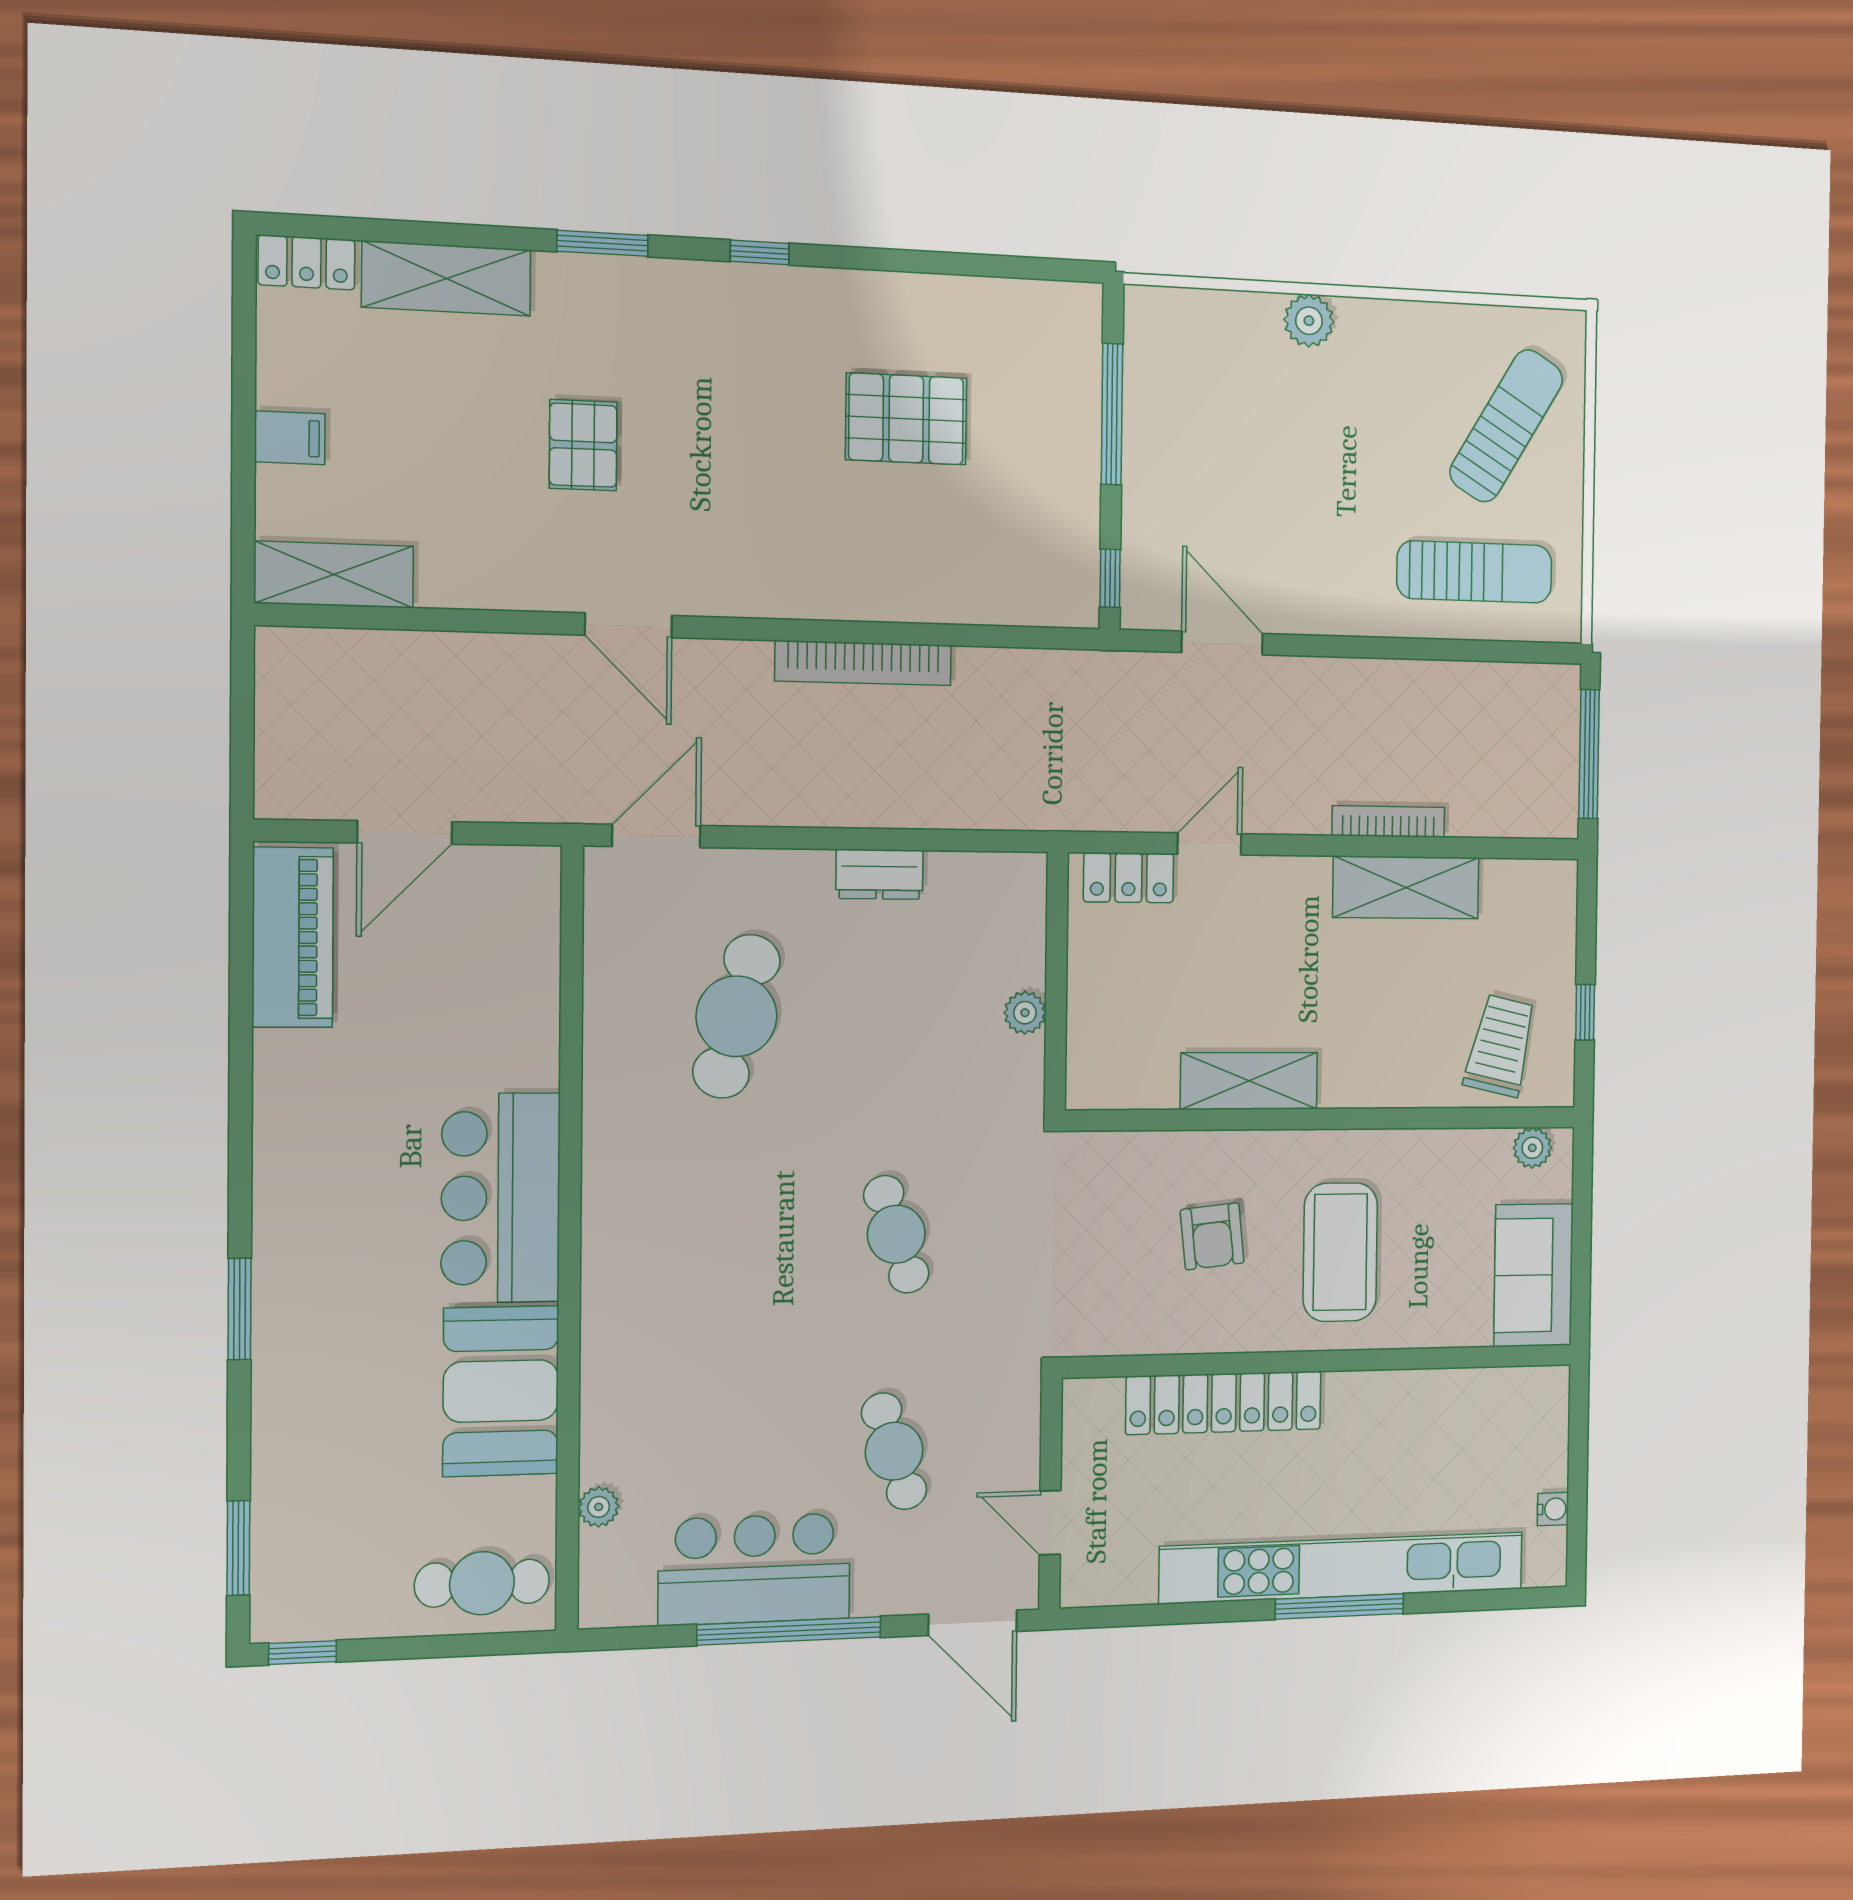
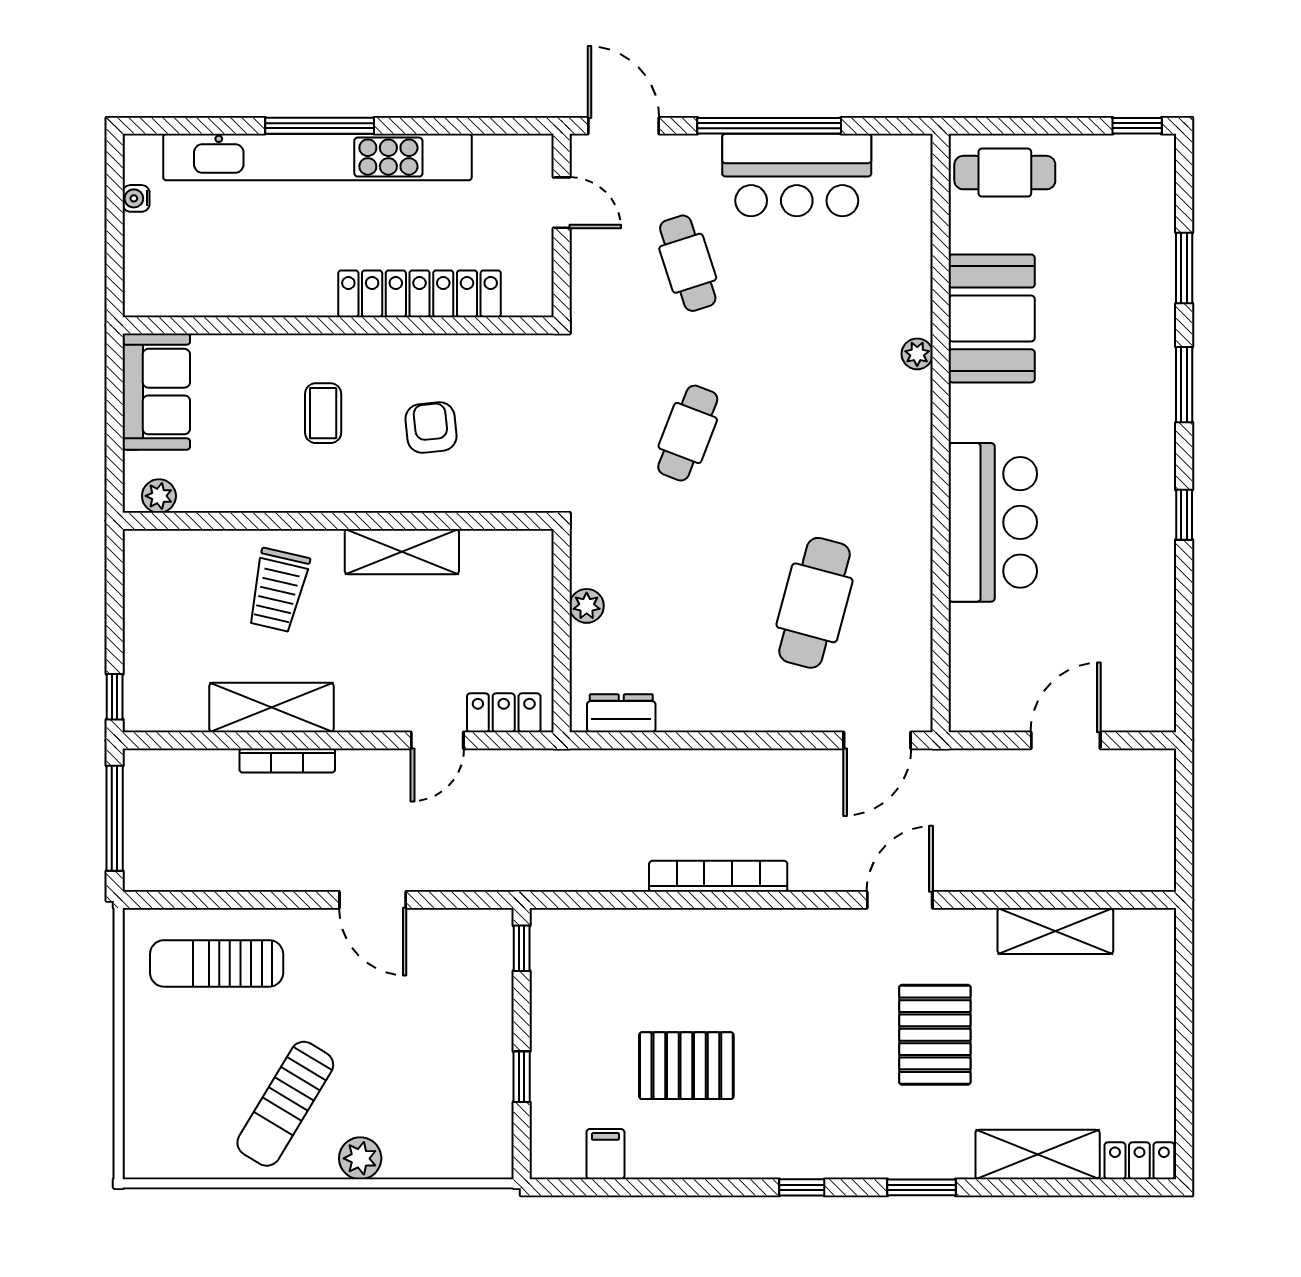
window: (1112, 414) -> (522, 1077), width x0.46
sun lounger: (1506, 426) -> (285, 1104), moved
filing cabinet: (290, 438) -> (605, 1154), moved, turned 90
pallet: (583, 445) -> (935, 1035), width x1.50, depth x1.42
shelving: (334, 575) -> (1055, 931), moved
door: (628, 625) -> (900, 900), hinge flipped
door: (1222, 643) -> (373, 900), moved
dresser: (879, 874) -> (621, 713), moved
piano: (293, 937) -> (1147, 661), removed
window: (1585, 1012) -> (115, 697), moved
trolley: (1500, 1046) -> (278, 590), moved
window: (240, 1134) -> (1184, 515), added
bar counter: (501, 1198) -> (993, 522), moved
cafe table: (896, 1234) -> (688, 433), turned 39
coffee table: (1340, 1252) -> (323, 413), width x0.54, depth x0.58
plant: (599, 1507) -> (917, 354), moved
window: (238, 1548) -> (1184, 268), moved

